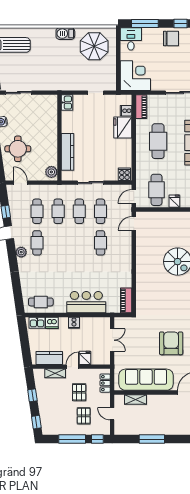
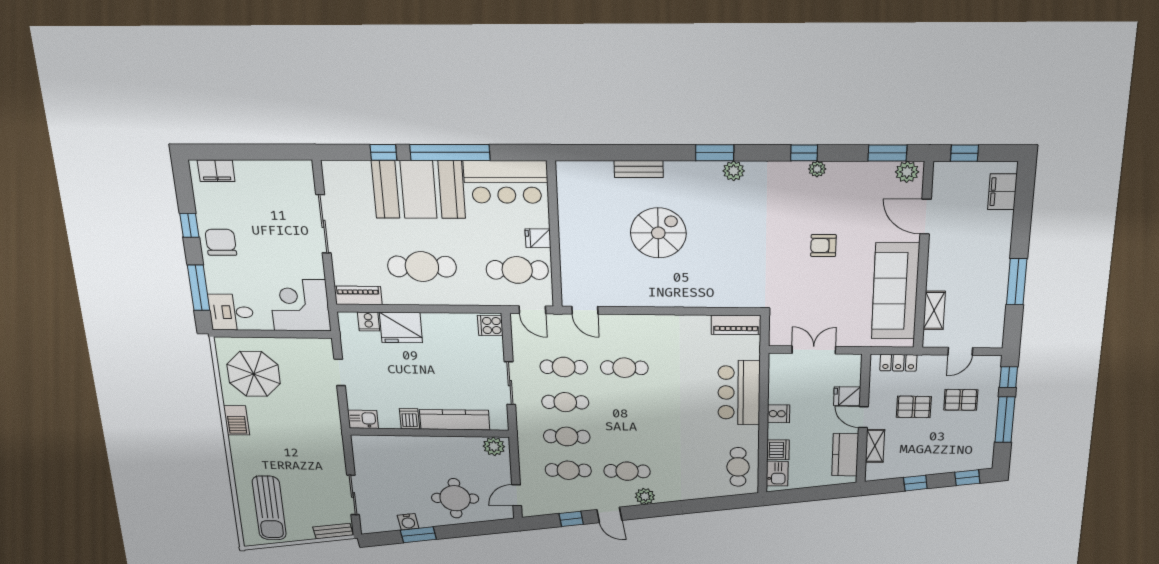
dishwasher: (68, 128) -> (409, 419), added
armchair: (171, 343) -> (823, 246), width x0.53, depth x0.53

